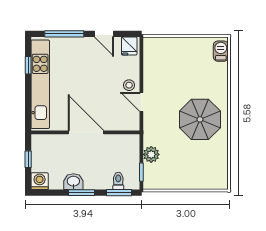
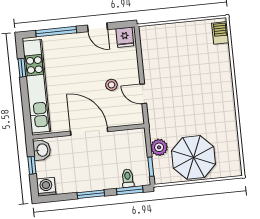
stool: (129, 85) -> (111, 85), moved
parasol: (200, 119) -> (193, 157), moved
washbasin: (73, 182) -> (42, 150), moved, turned 90

